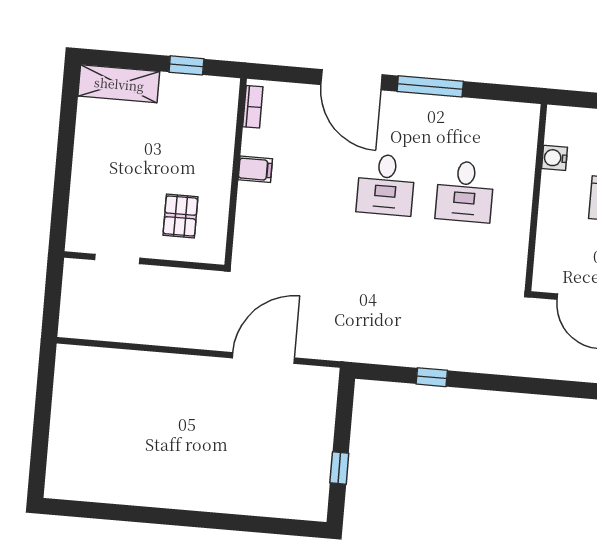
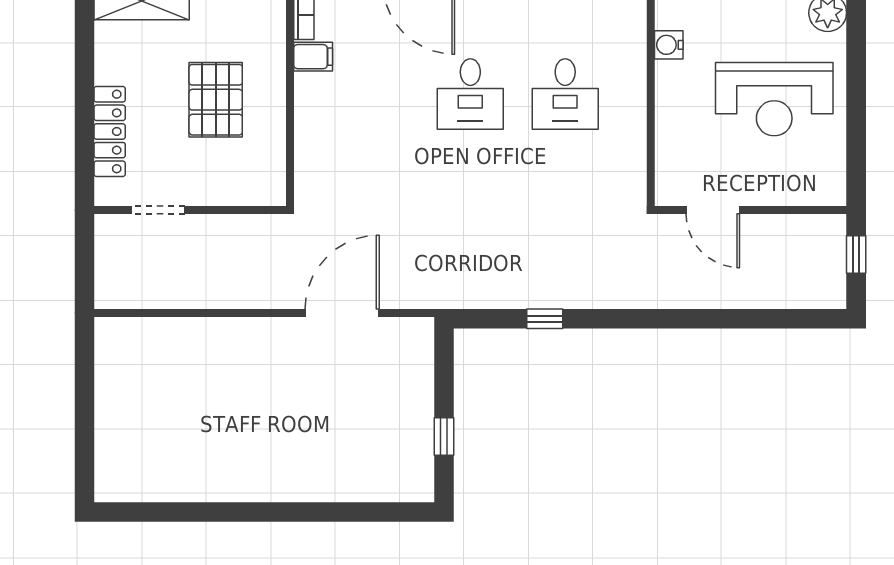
filing cabinet: (255, 169) -> (313, 57), moved
locker: (83, 190) -> (110, 131), added
pallet: (180, 216) -> (216, 100), moved, width x1.50, depth x1.42

